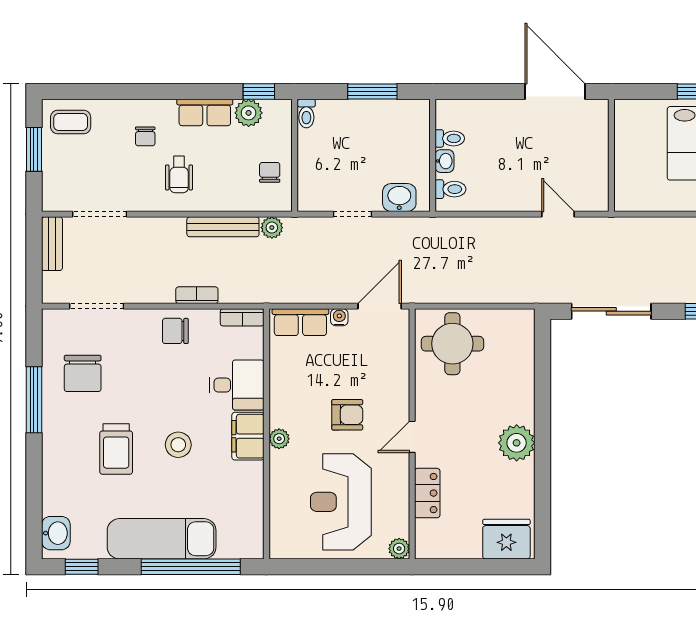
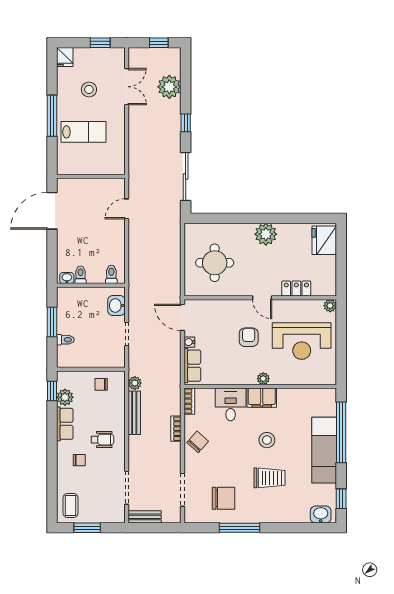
toilet: (306, 114) -> (65, 340), moved
washbasin: (444, 161) -> (67, 278), moved
chair: (175, 331) -> (198, 442), turned -138
round table: (452, 344) -> (215, 263), moved

